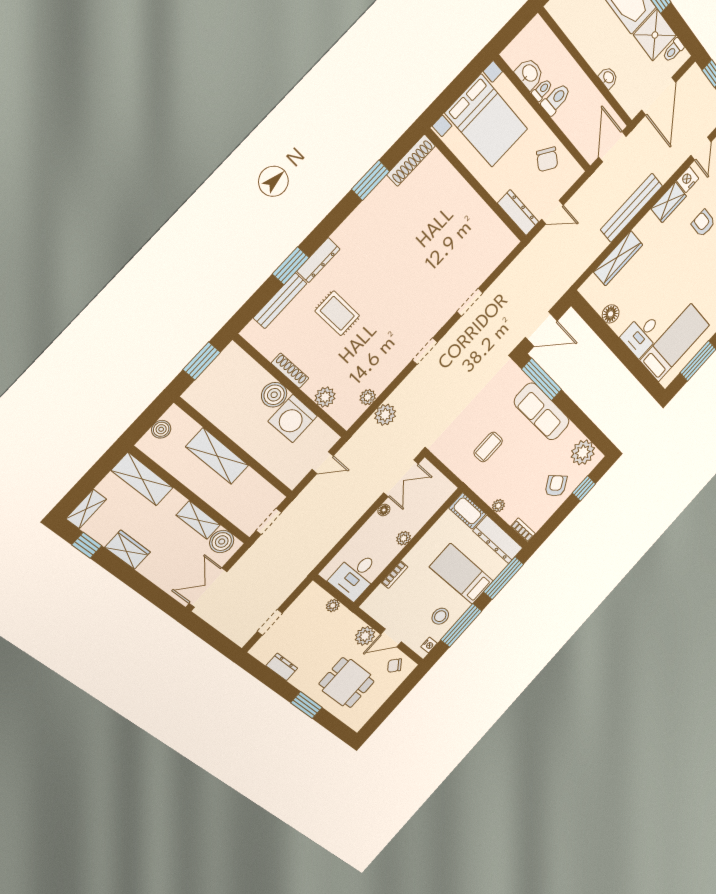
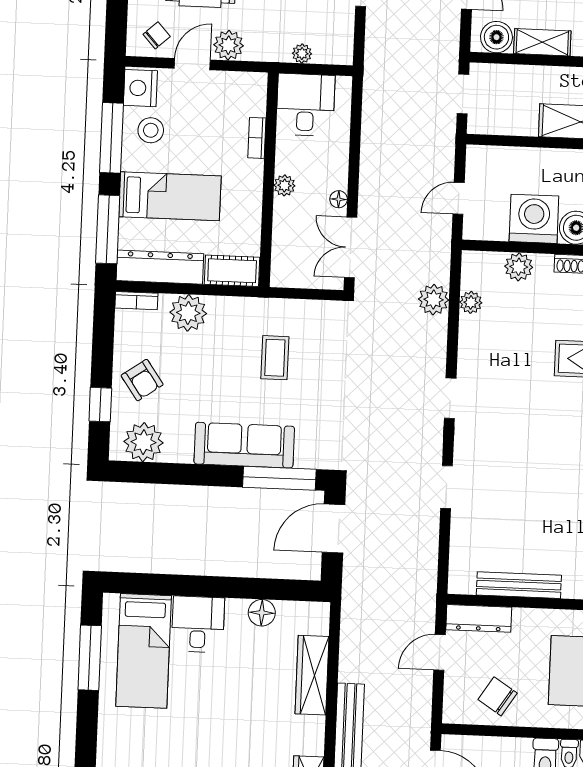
bench: (483, 212) -> (519, 585), added
plant: (498, 506) -> (188, 313), width x1.87, depth x1.87
nightstand: (429, 645) -> (140, 88), width x1.89, depth x1.79

